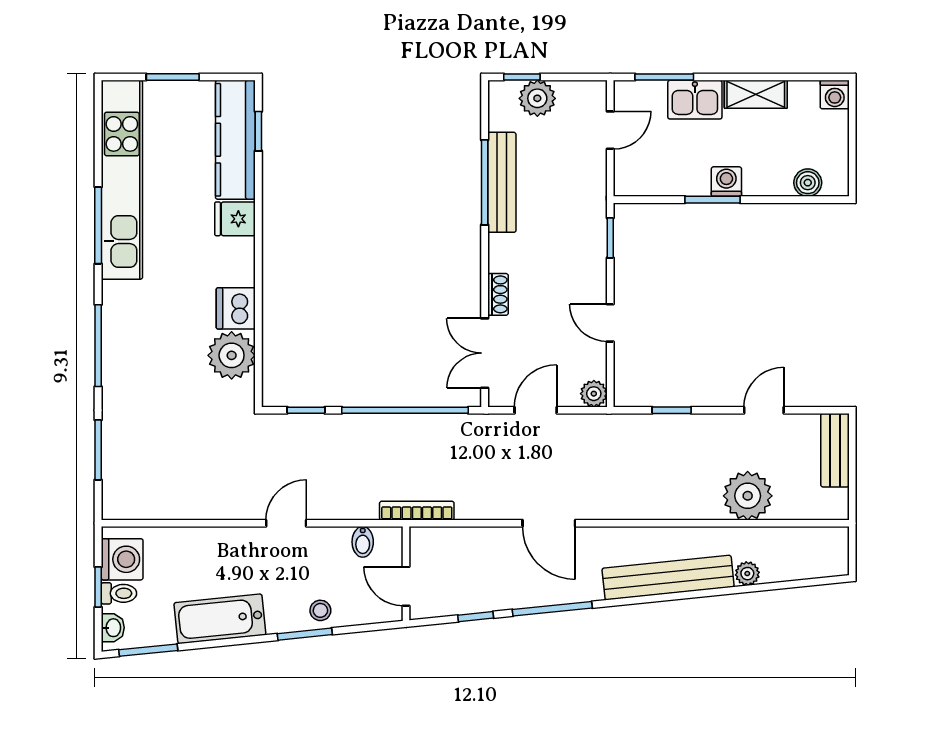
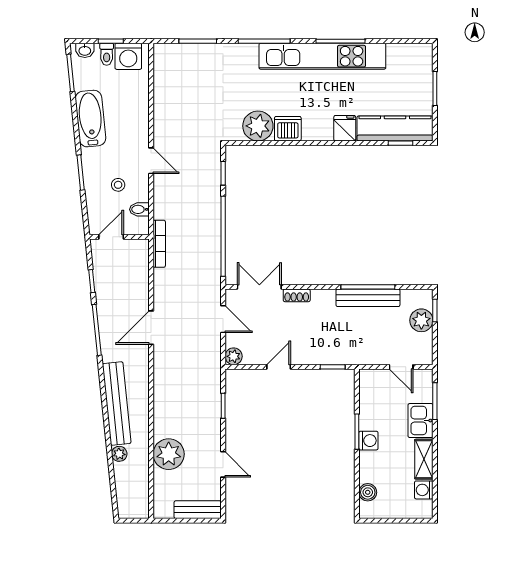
washing machine: (835, 95) -> (424, 490), moved
kitchen unit: (122, 180) -> (322, 56), moved
stool: (320, 610) -> (118, 185), moved

